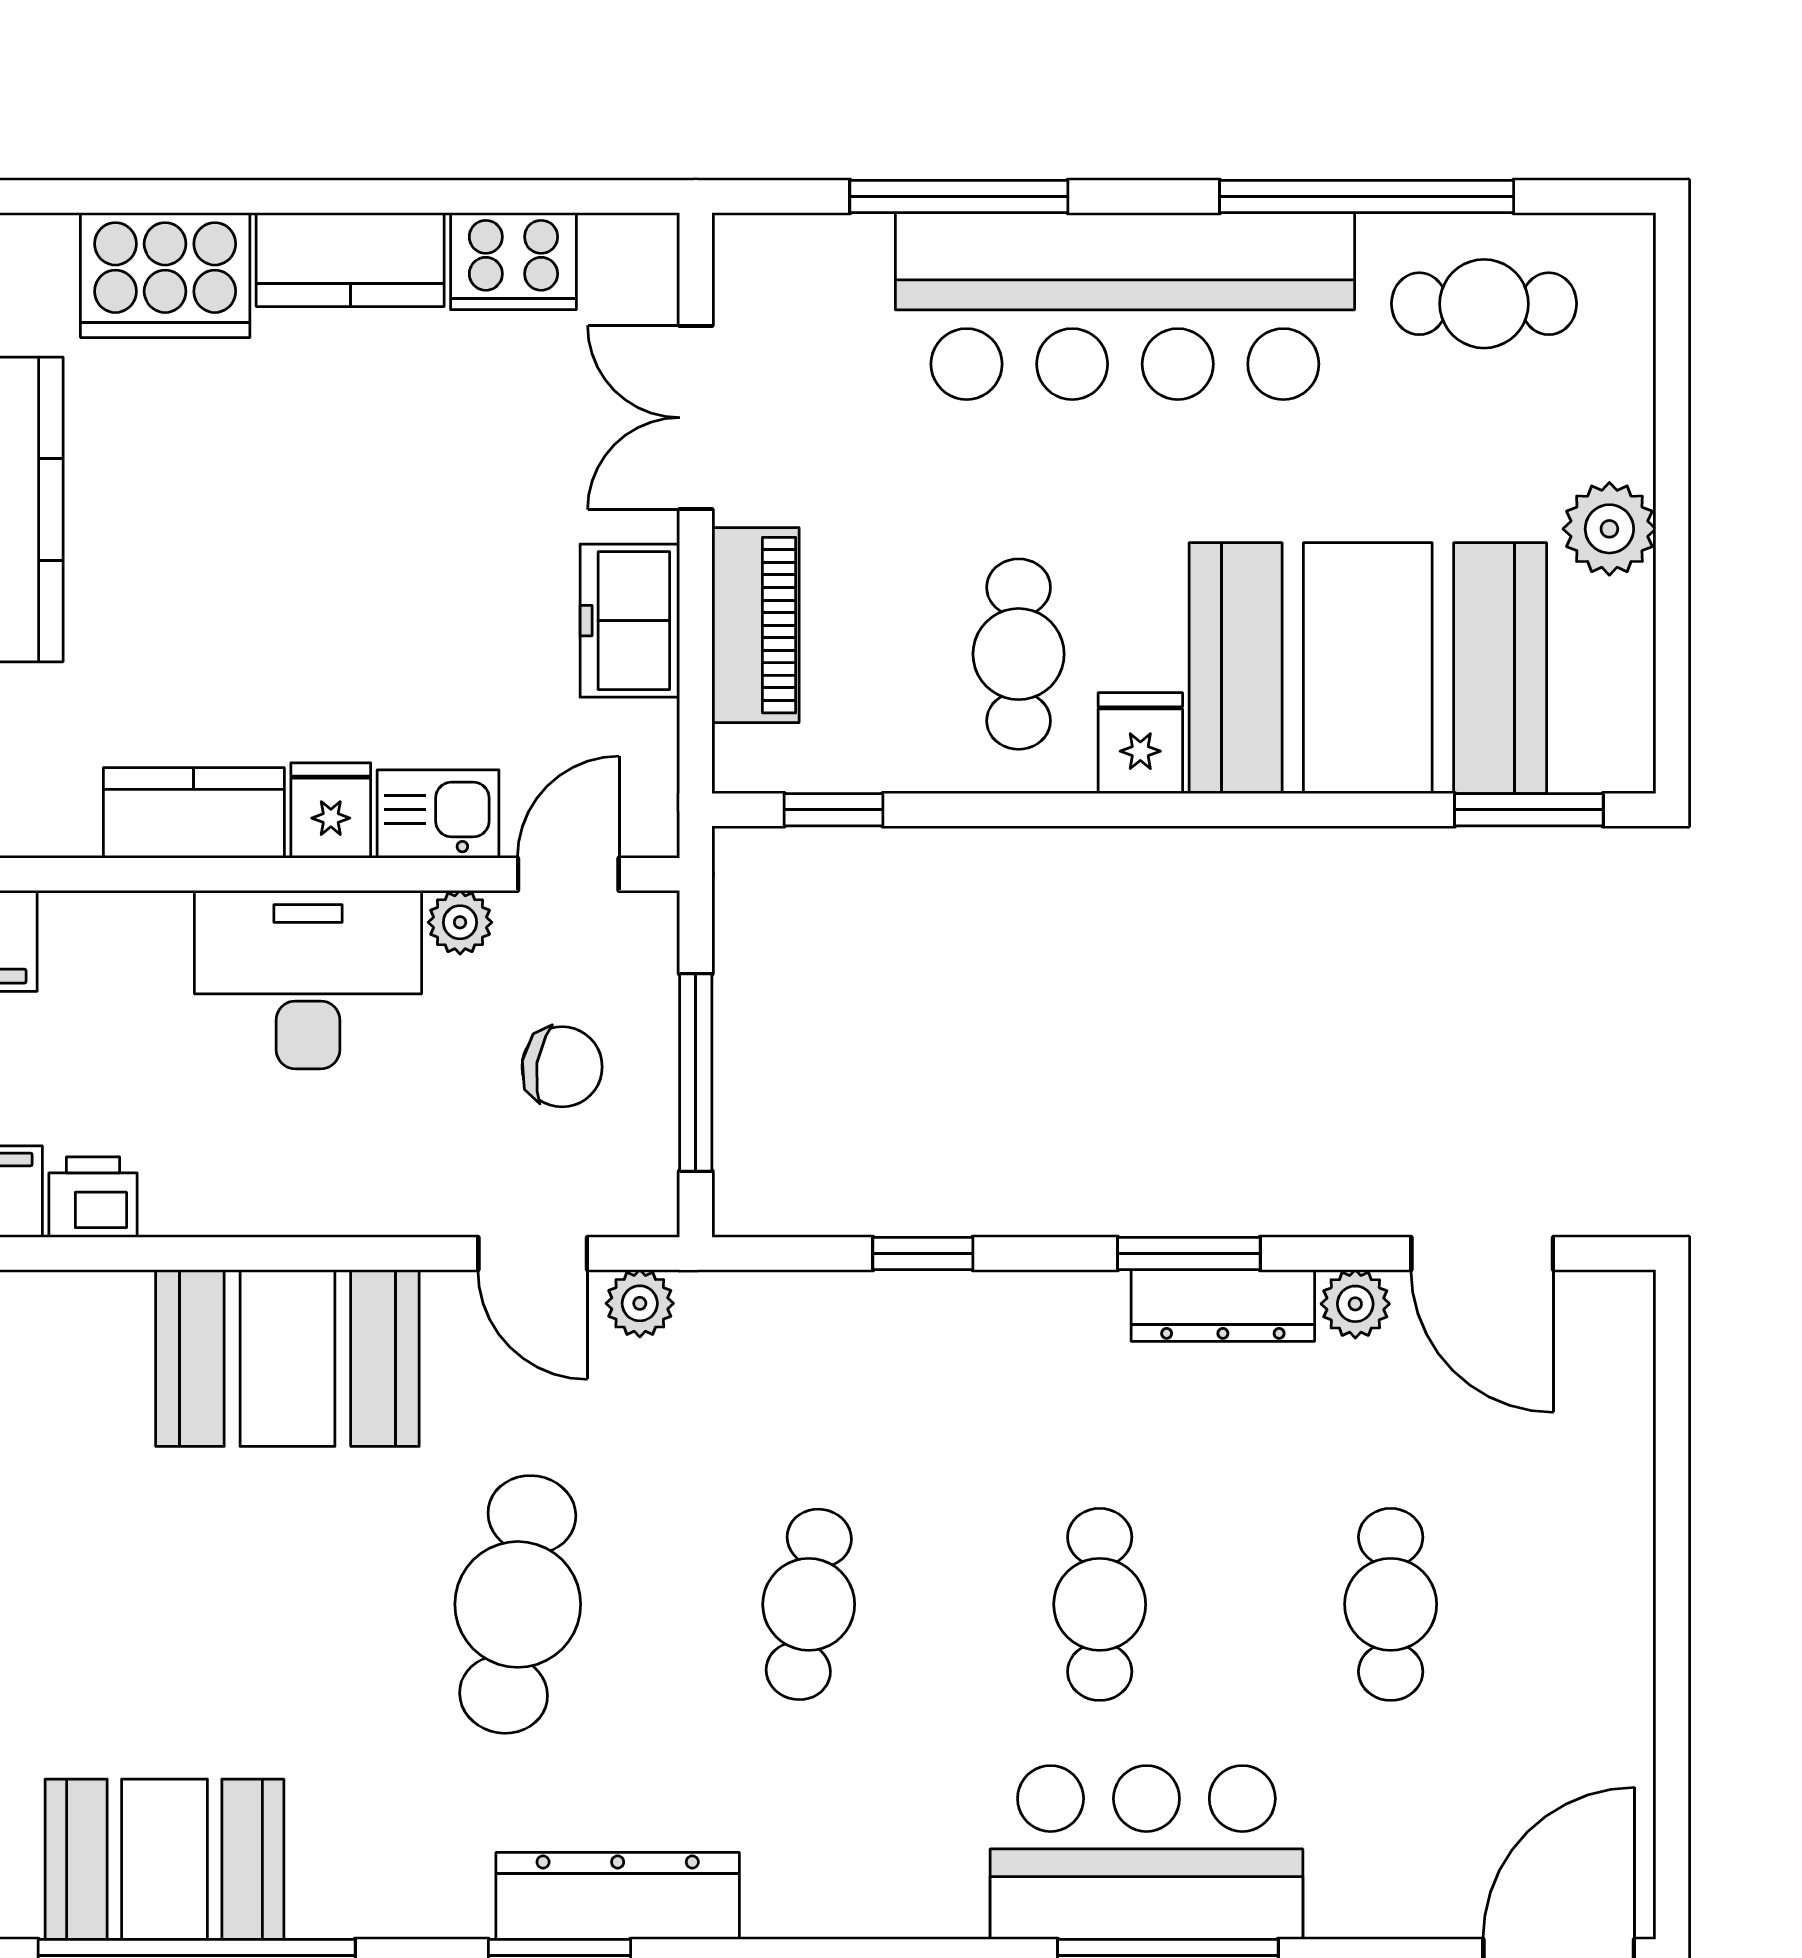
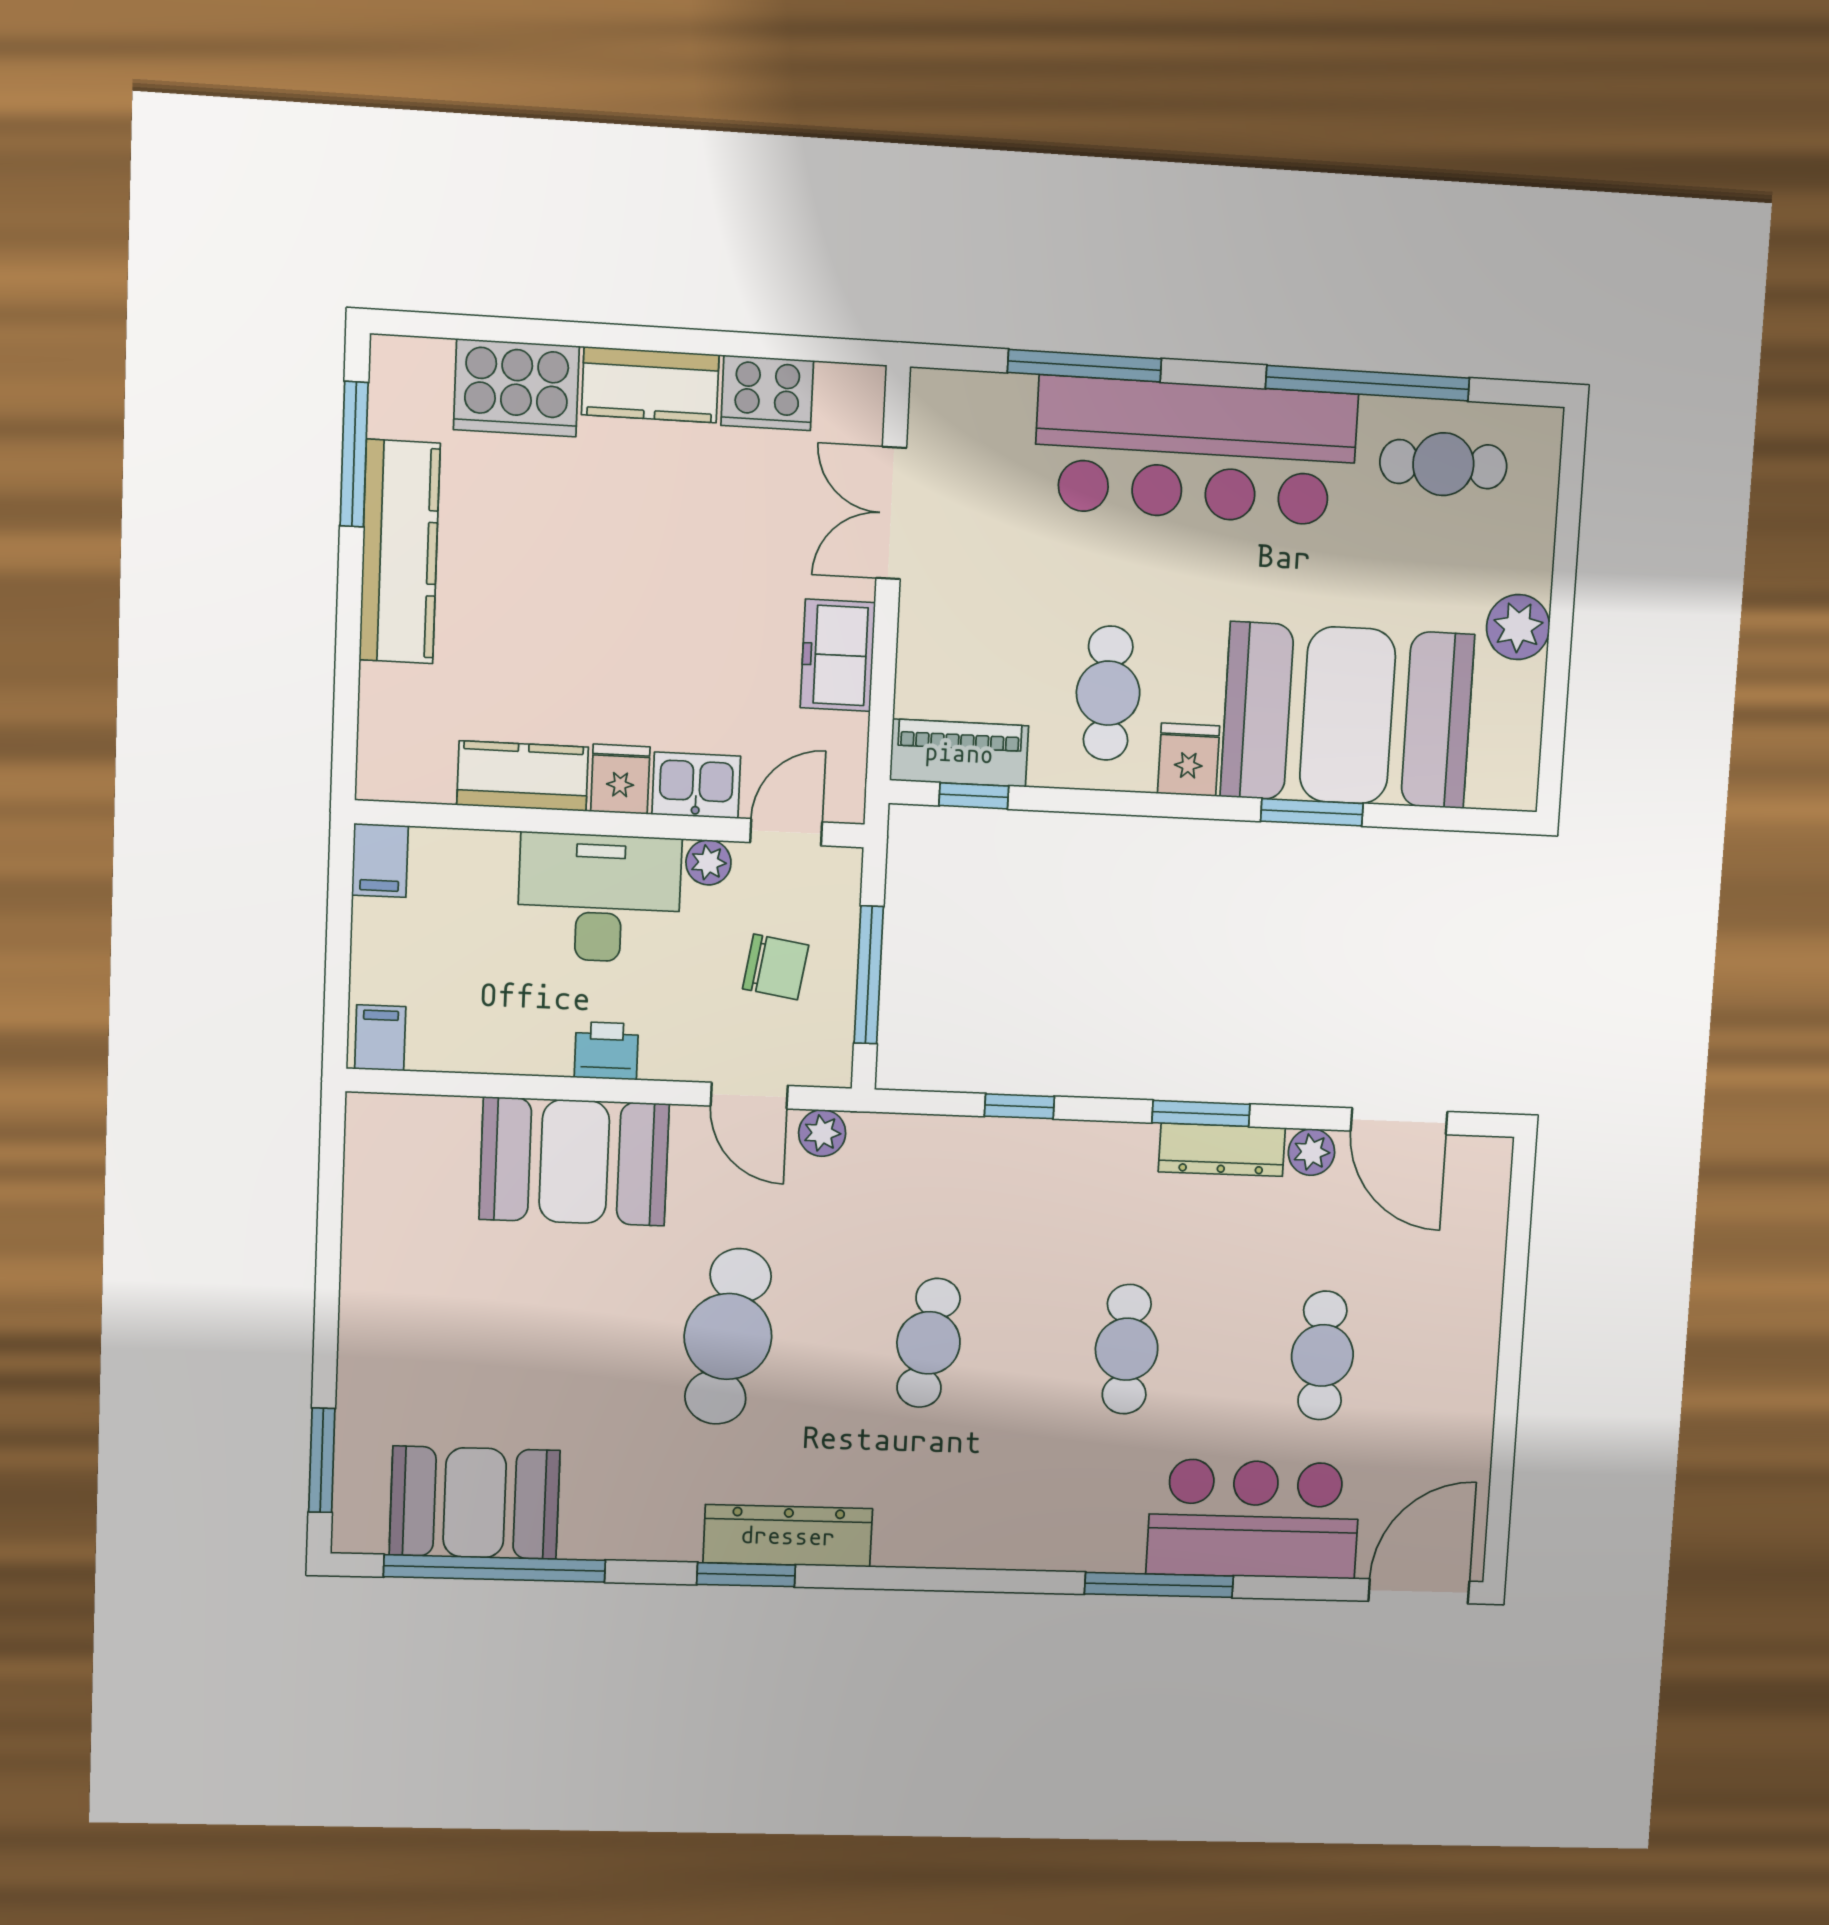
piano: (756, 625) -> (959, 753), moved, turned -90
window: (1529, 810) -> (1312, 812), moved
printer: (93, 1197) -> (606, 1051), moved
bar counter: (1146, 1852) -> (1254, 1519), moved

